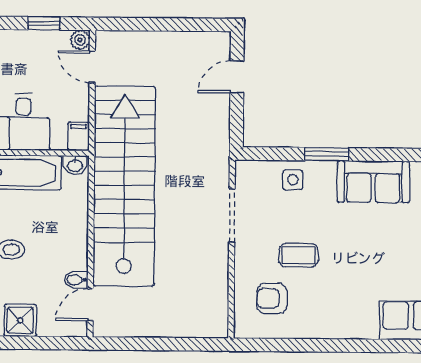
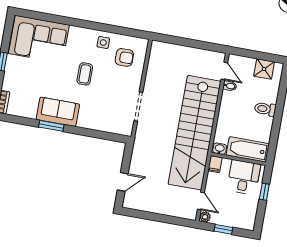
window: (327, 154) -> (51, 126), moved
side table: (293, 180) -> (103, 43), moved
coffee table: (298, 255) -> (85, 74), moved, turned 90
door: (90, 305) -> (224, 71), hinge flipped

